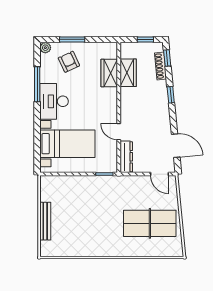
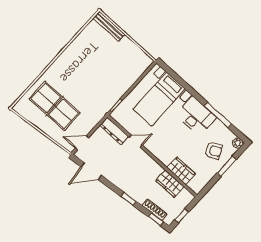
bench: (45, 221) -> (109, 26), moved
table tennis table: (150, 223) -> (55, 106), turned 90

